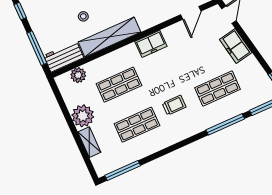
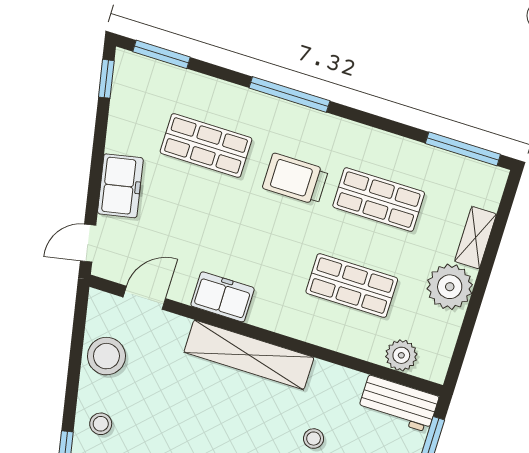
shelving: (110, 37) -> (249, 355), moved
freezer: (151, 44) -> (223, 297), moved
trolley: (174, 105) -> (295, 179), width x1.36, depth x1.39
window: (225, 124) -> (289, 94), moved

